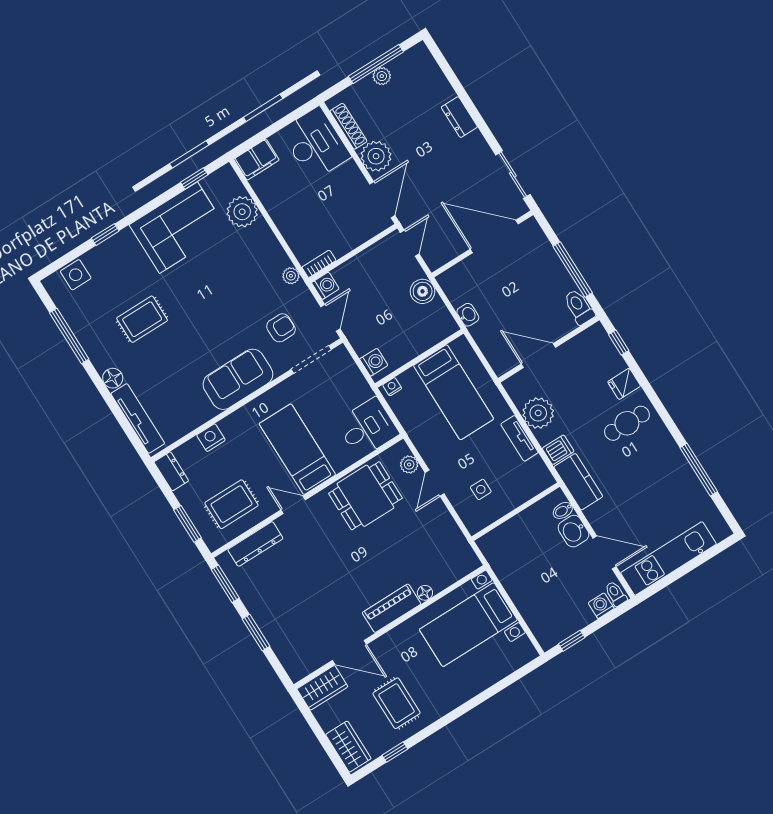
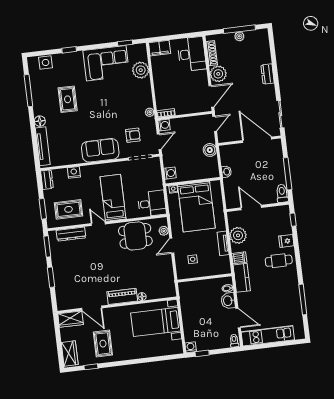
rug: (142, 319) -> (68, 99), turned 90
bed: (453, 392) -> (196, 207), width x1.50
washing machine: (601, 606) -> (191, 347), moved

